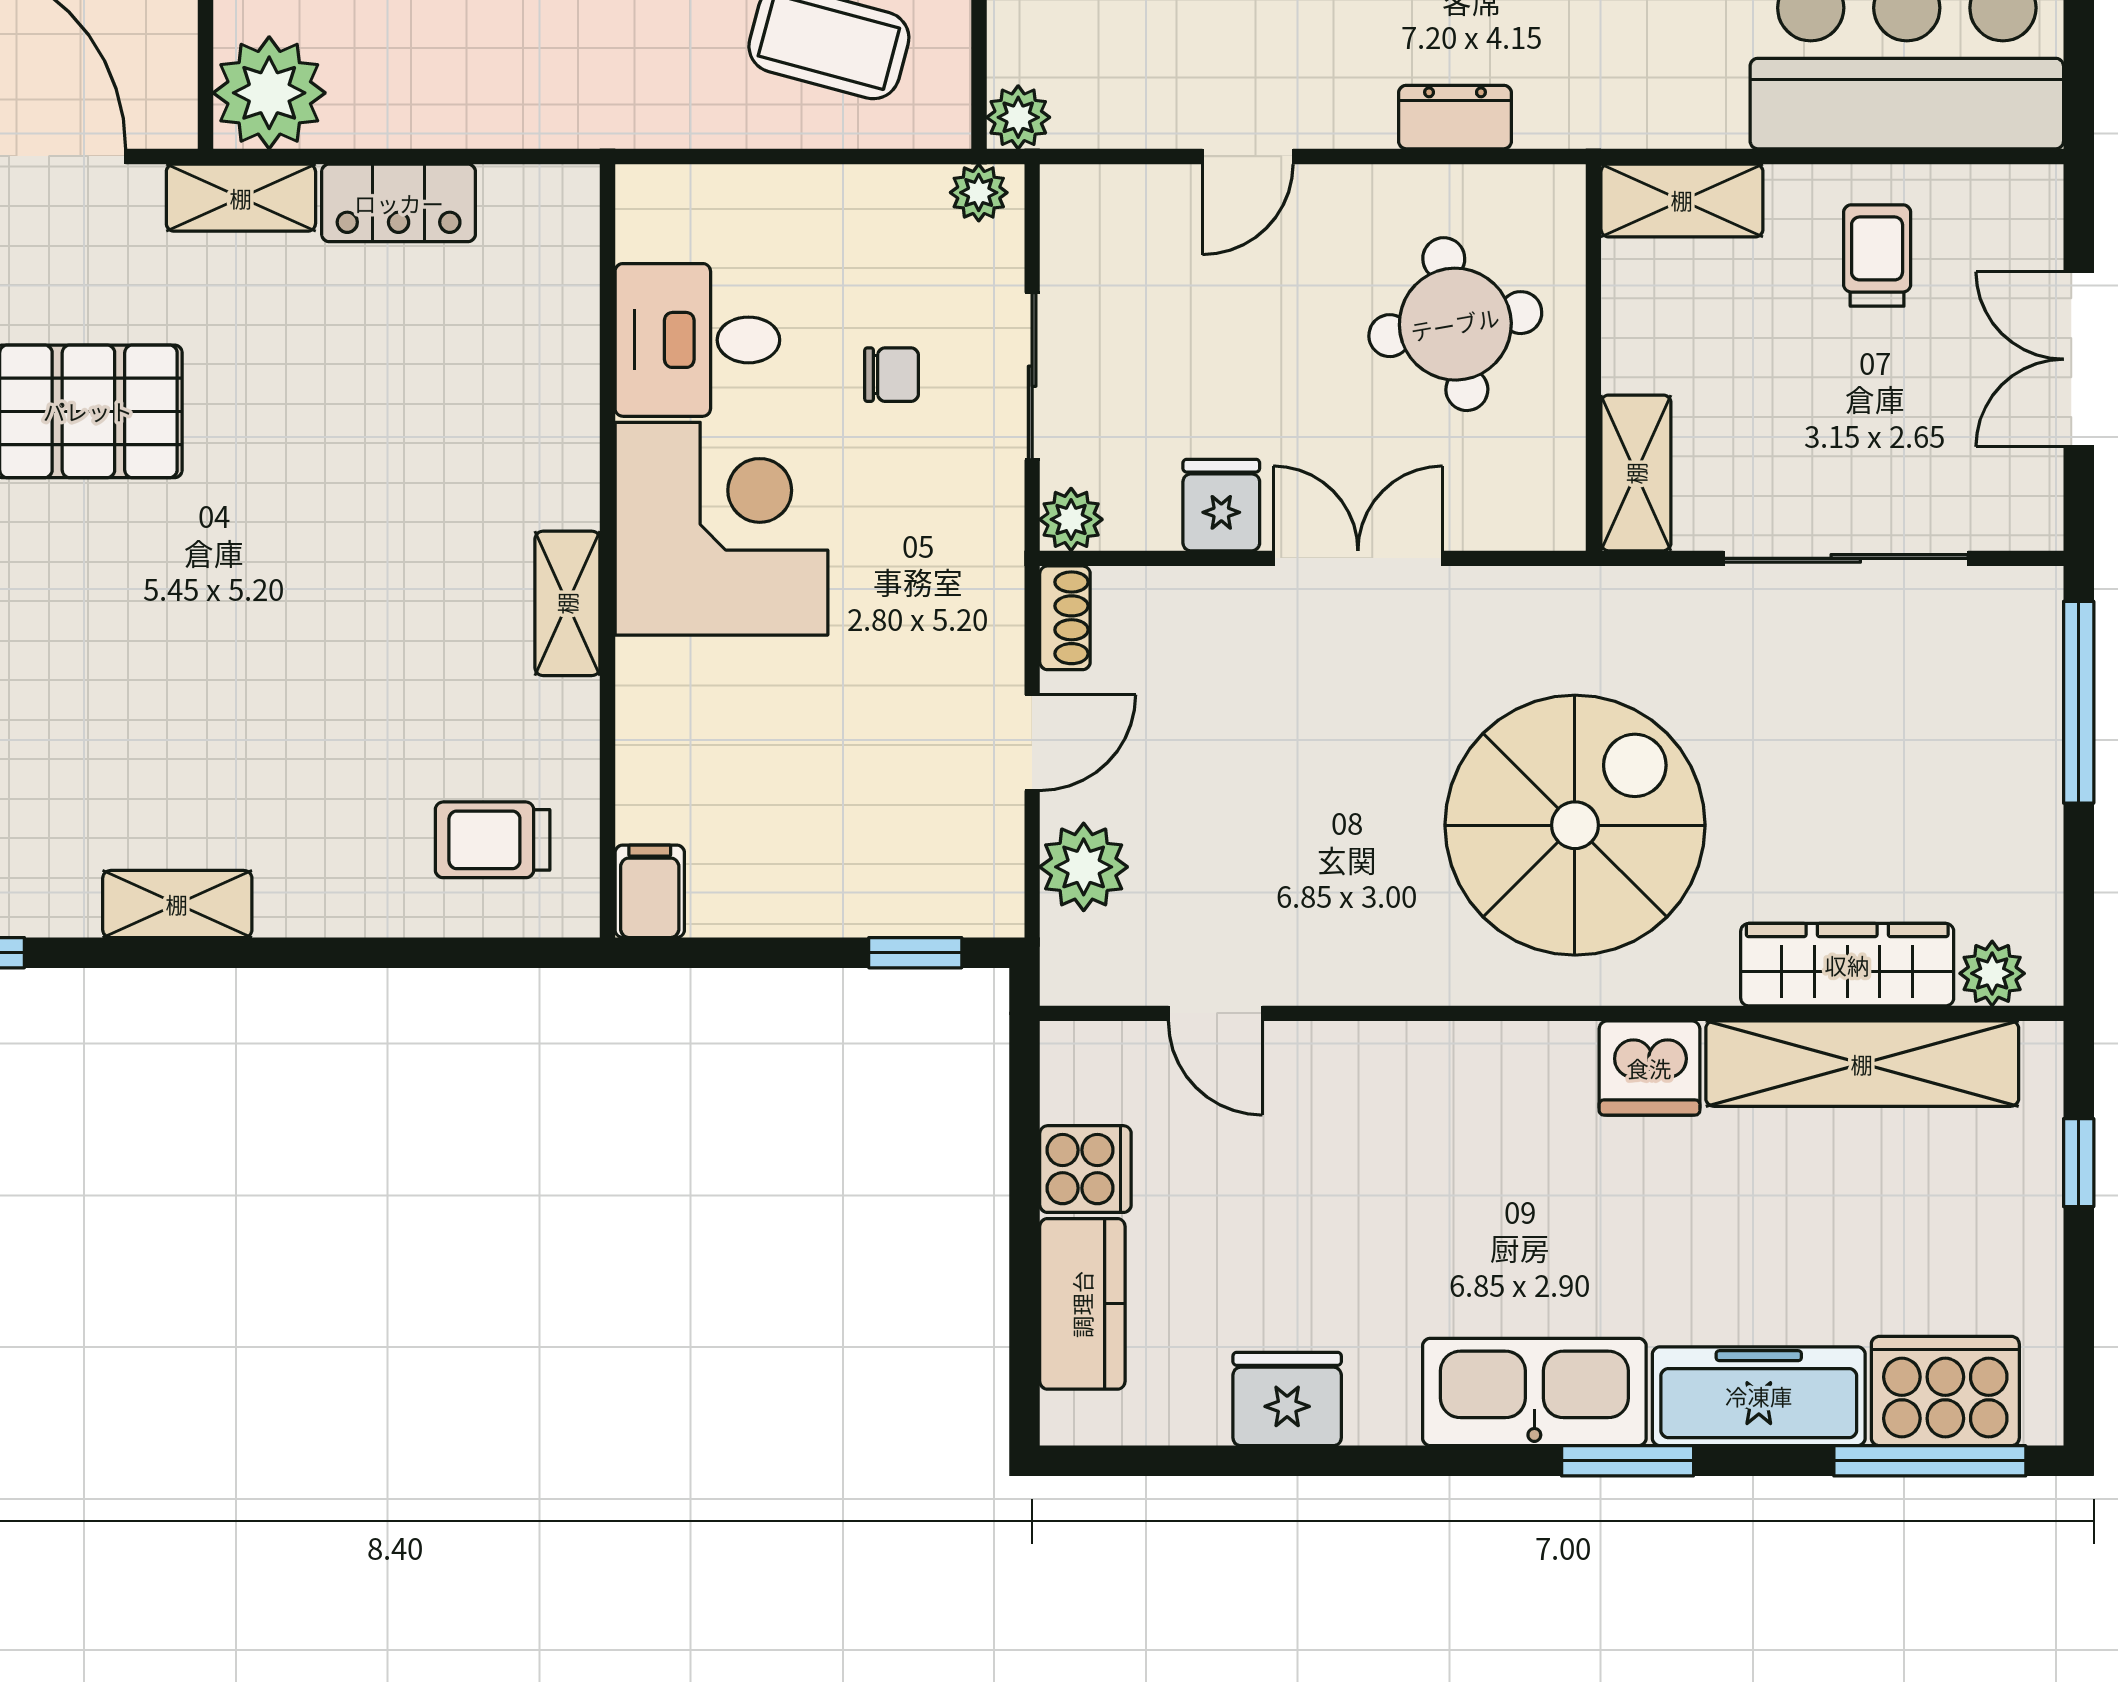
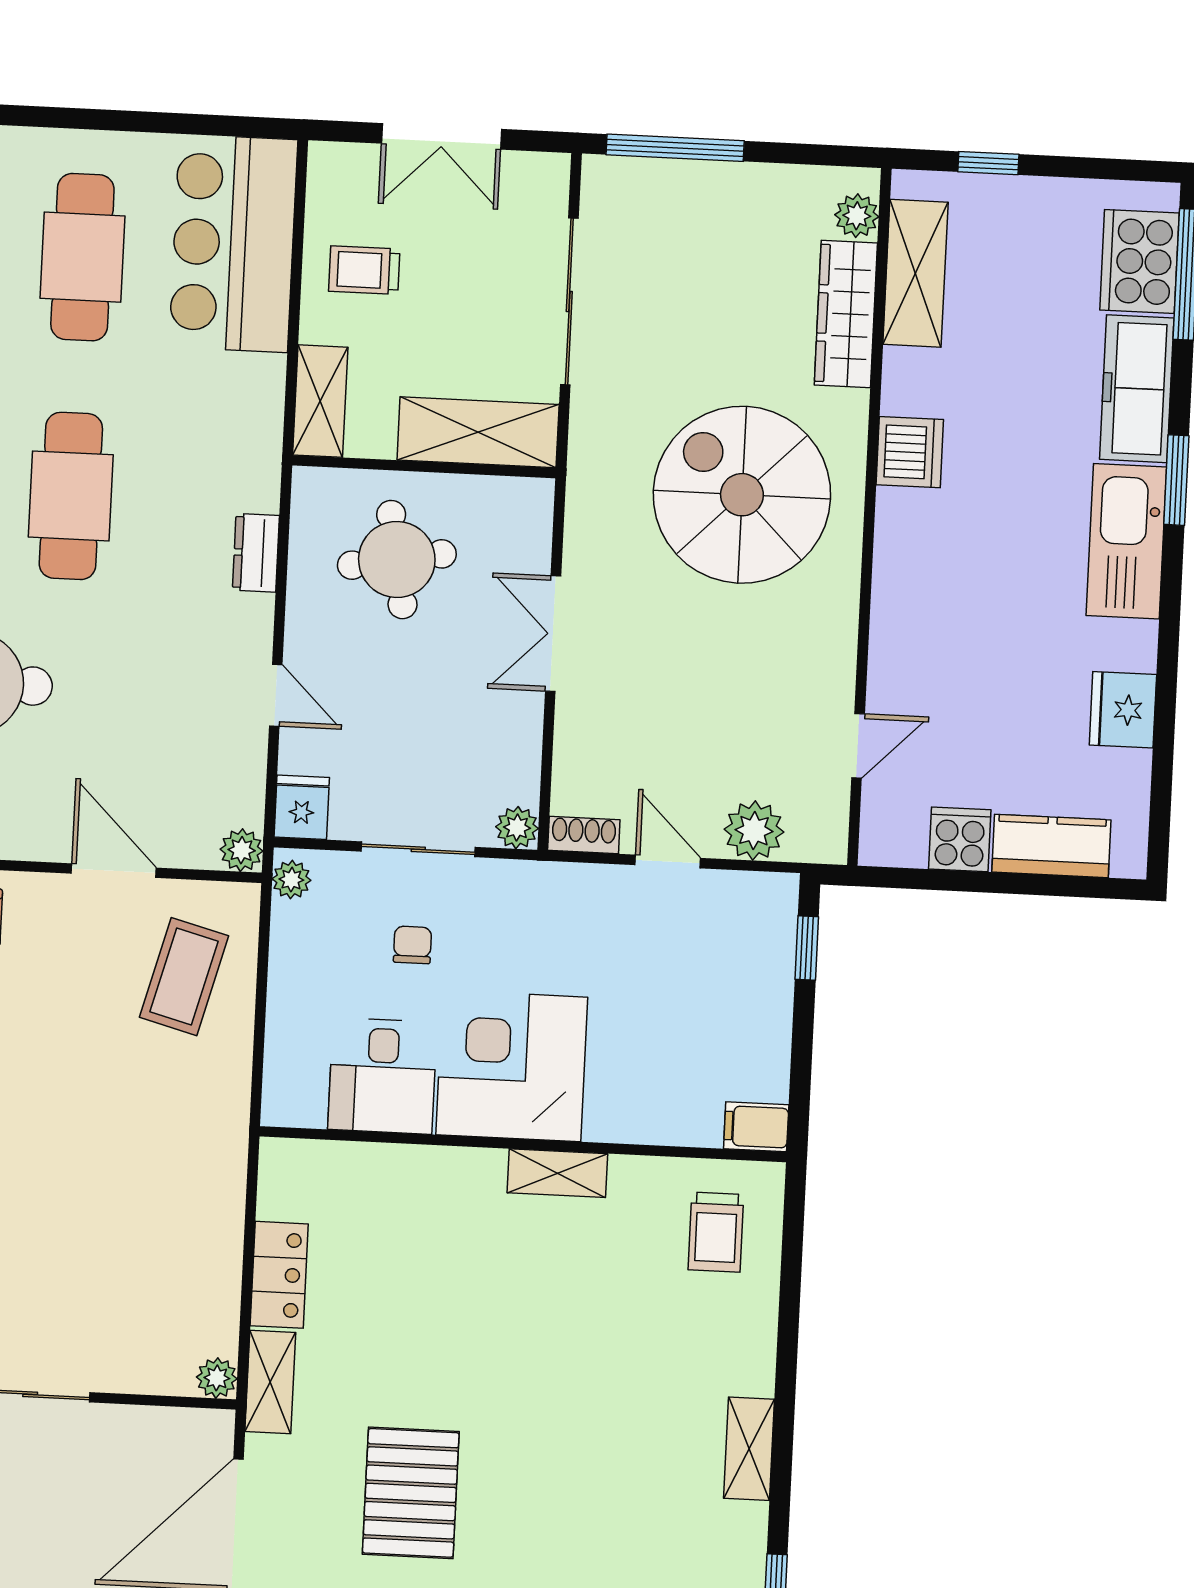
plant: (269, 93) -> (217, 1378), width x0.53, depth x0.53
shelving: (1636, 473) -> (478, 432), width x1.50, depth x1.33
fridge: (1221, 505) -> (302, 807), moved, turned 90
shelving: (1862, 1064) -> (915, 273), width x0.68

